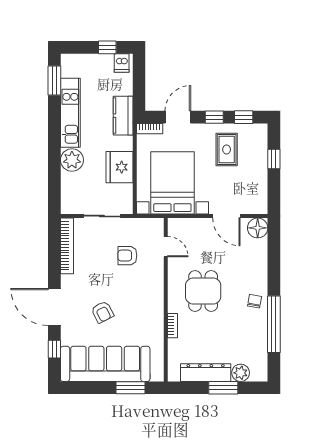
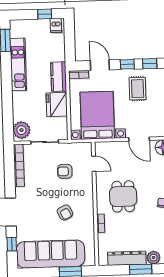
kitchen counter: (123, 116) -> (59, 77), moved
door: (178, 117) -> (100, 65), hinge flipped
plant: (72, 160) -> (21, 130), moved
armchair: (102, 312) -> (65, 212), moved

